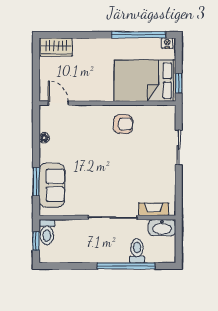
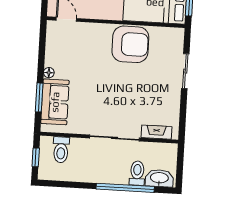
armchair: (123, 124) -> (130, 44), width x1.88, depth x1.88
floor lamp: (44, 138) -> (49, 73), moved
washbasin: (162, 228) -> (159, 178), moved, turned 180
toilet: (47, 232) -> (61, 150), moved

